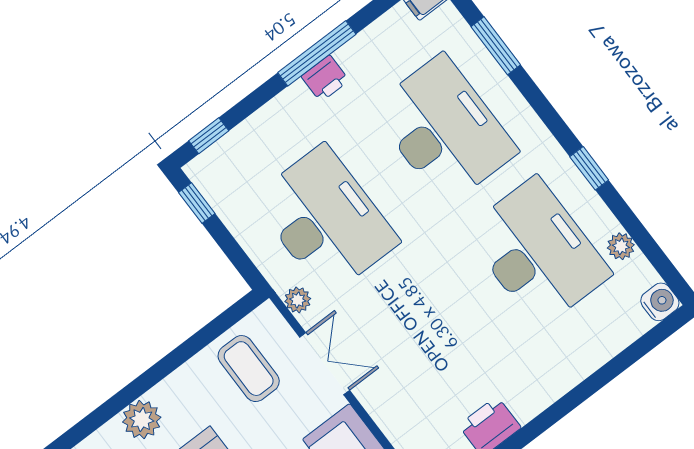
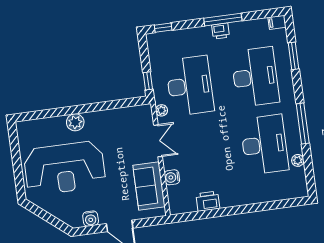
window: (589, 168) -> (303, 123), width x2.17
window: (197, 203) -> (148, 81), moved
water cooler: (660, 302) -> (172, 177), moved, turned 180
coffee table: (249, 369) -> (128, 126), removed

